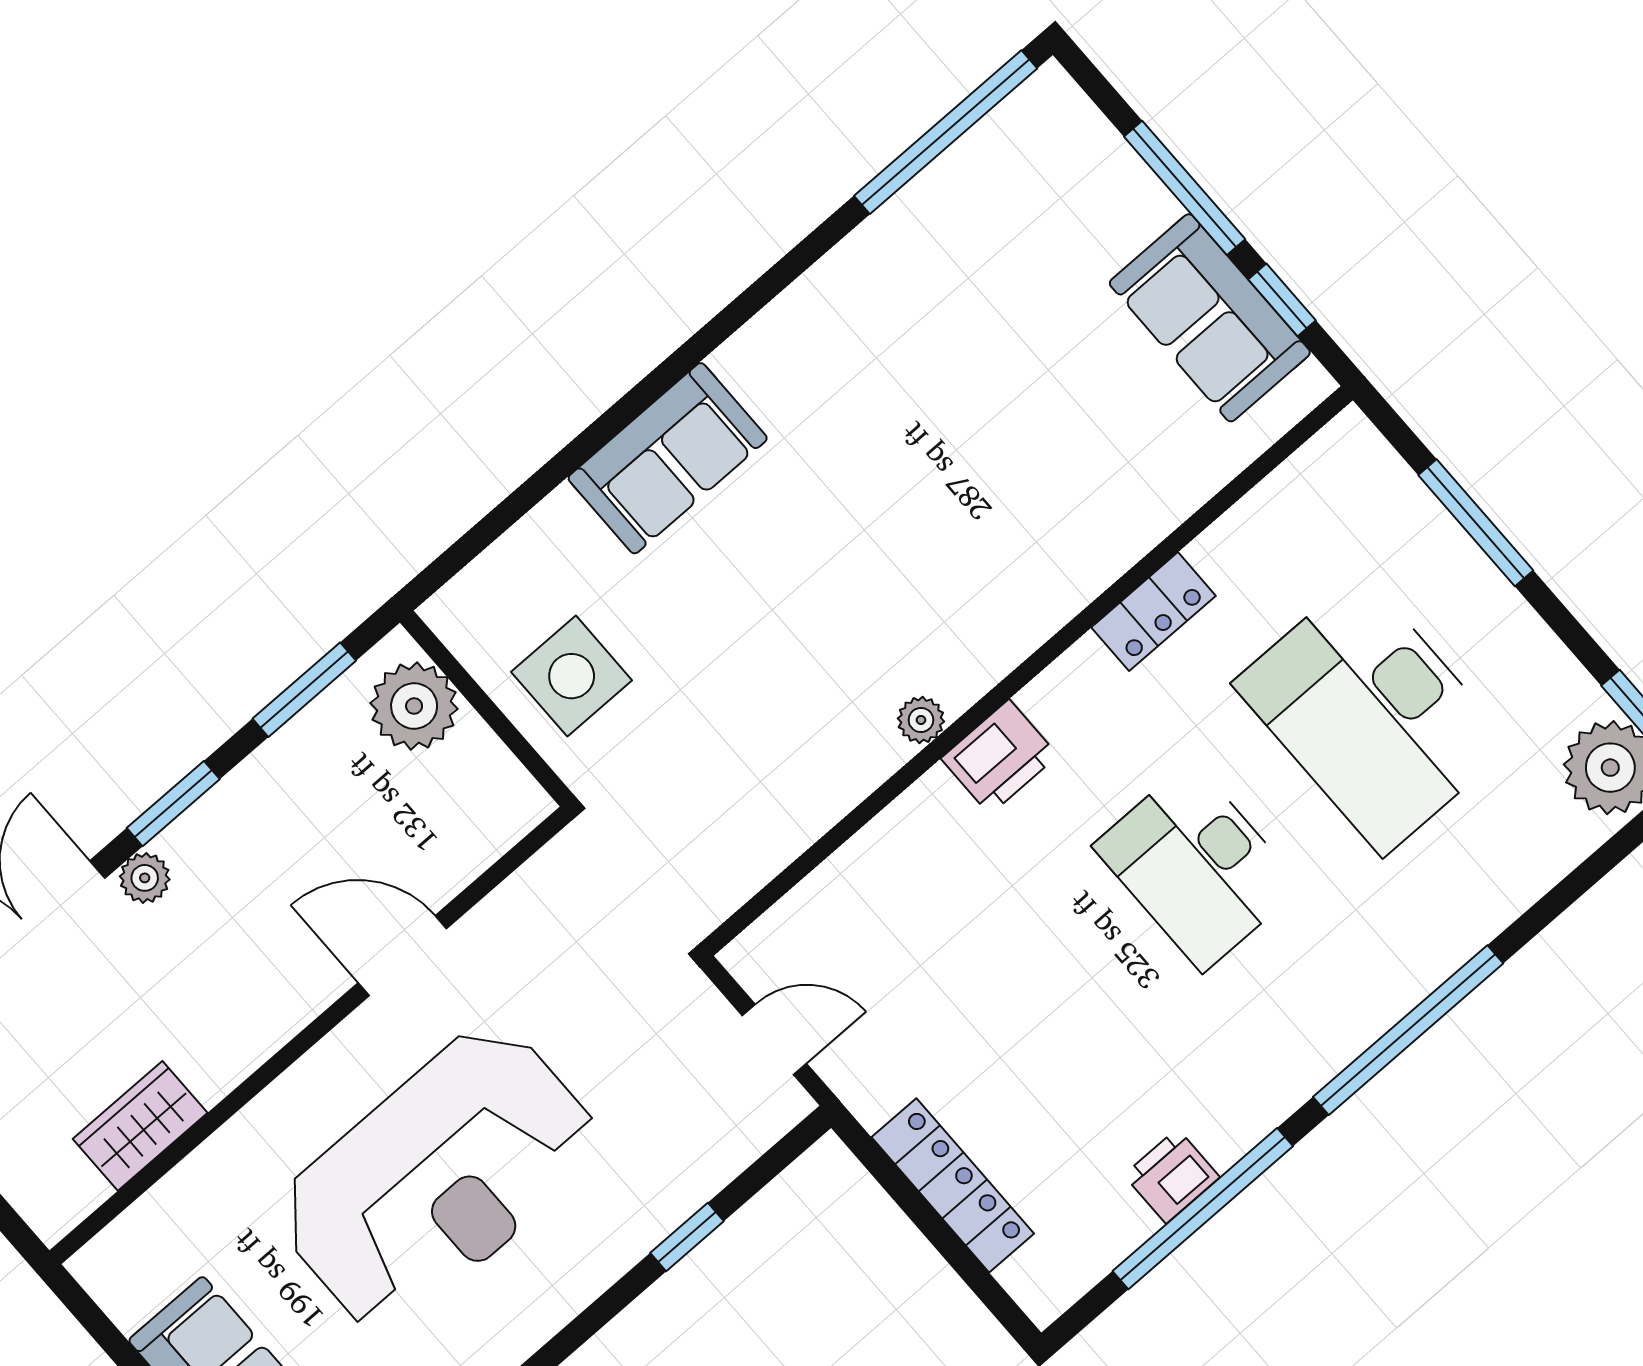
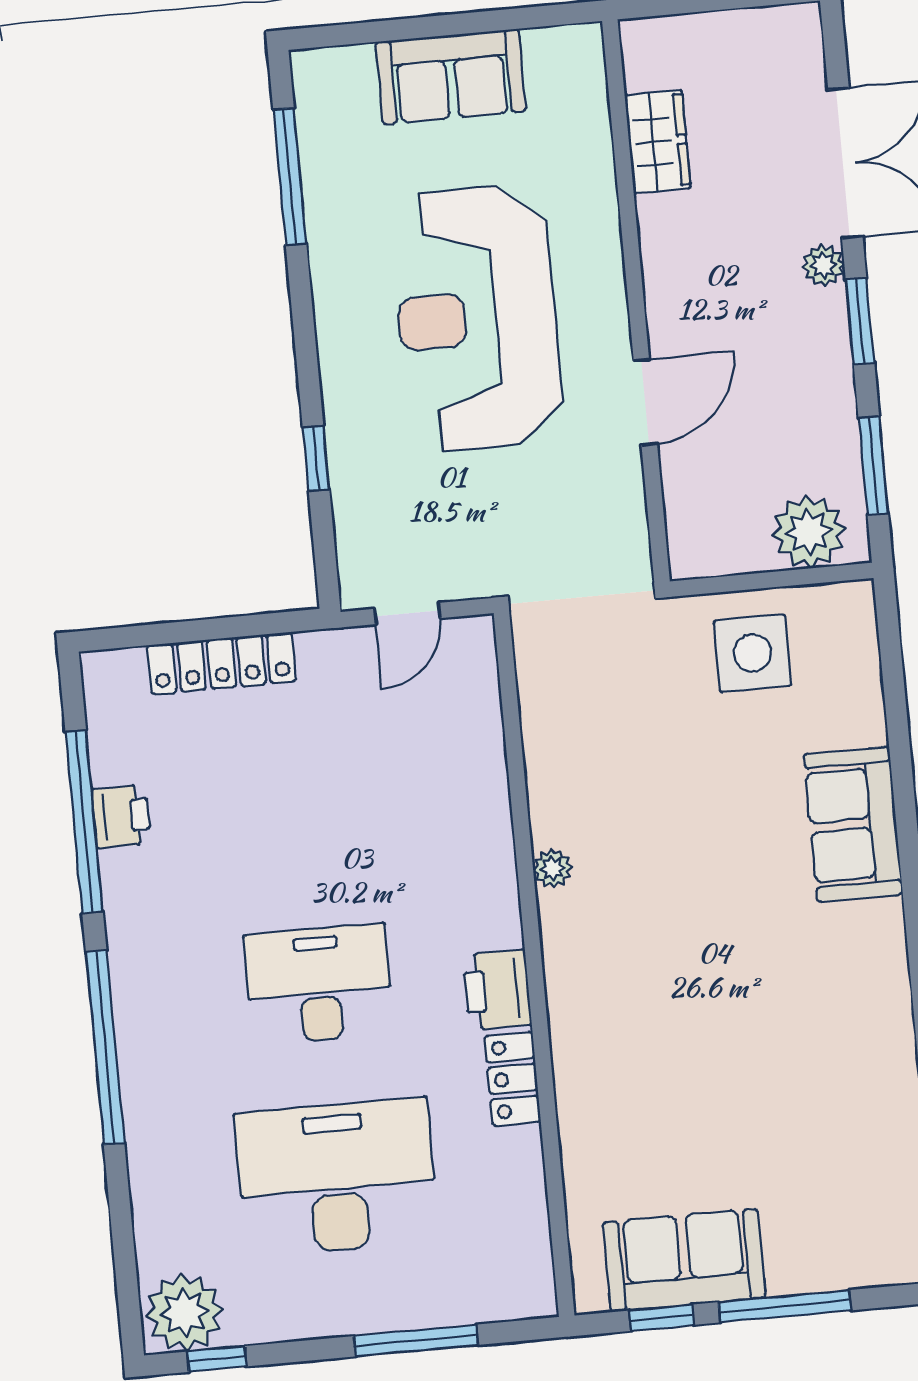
printer: (999, 757) -> (497, 990), moved

